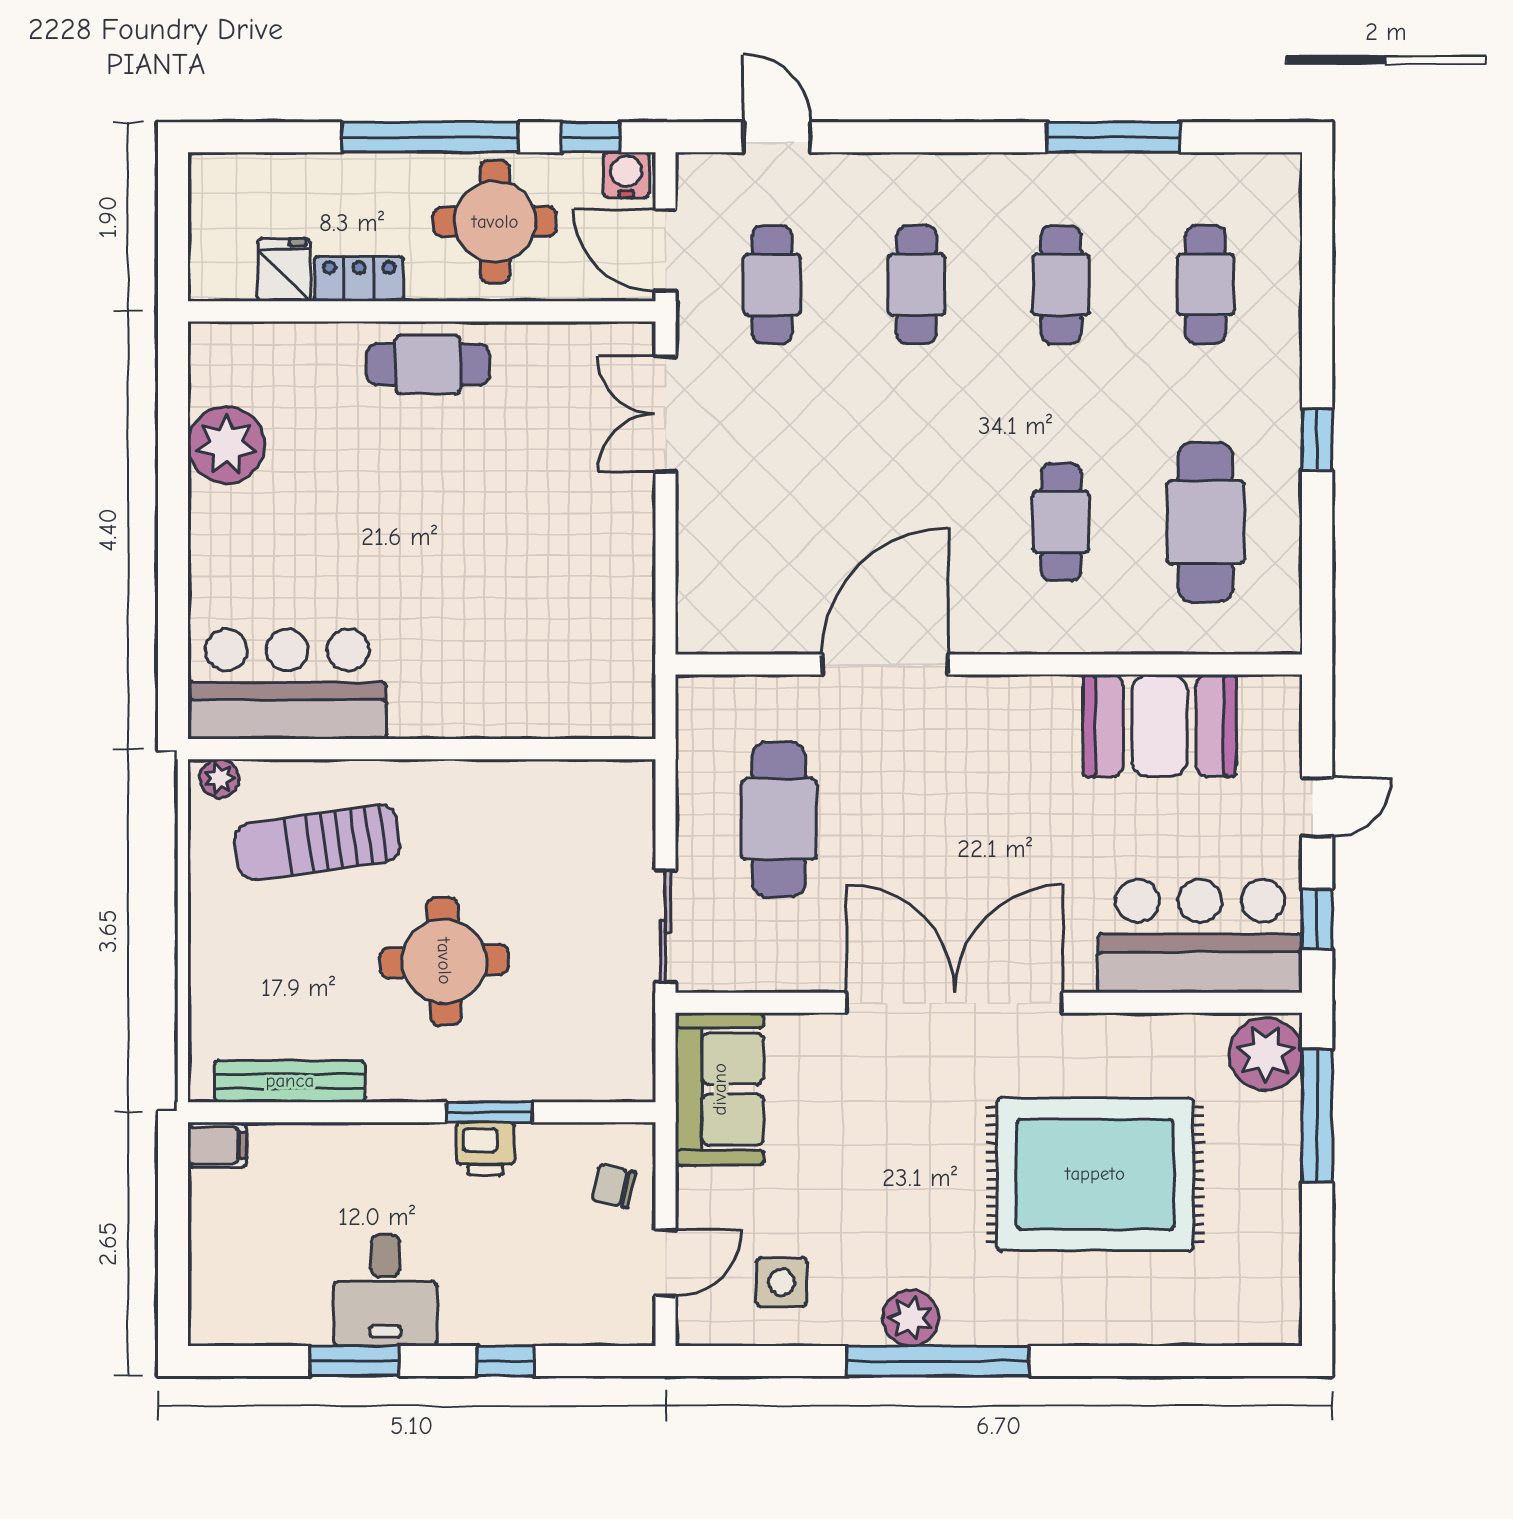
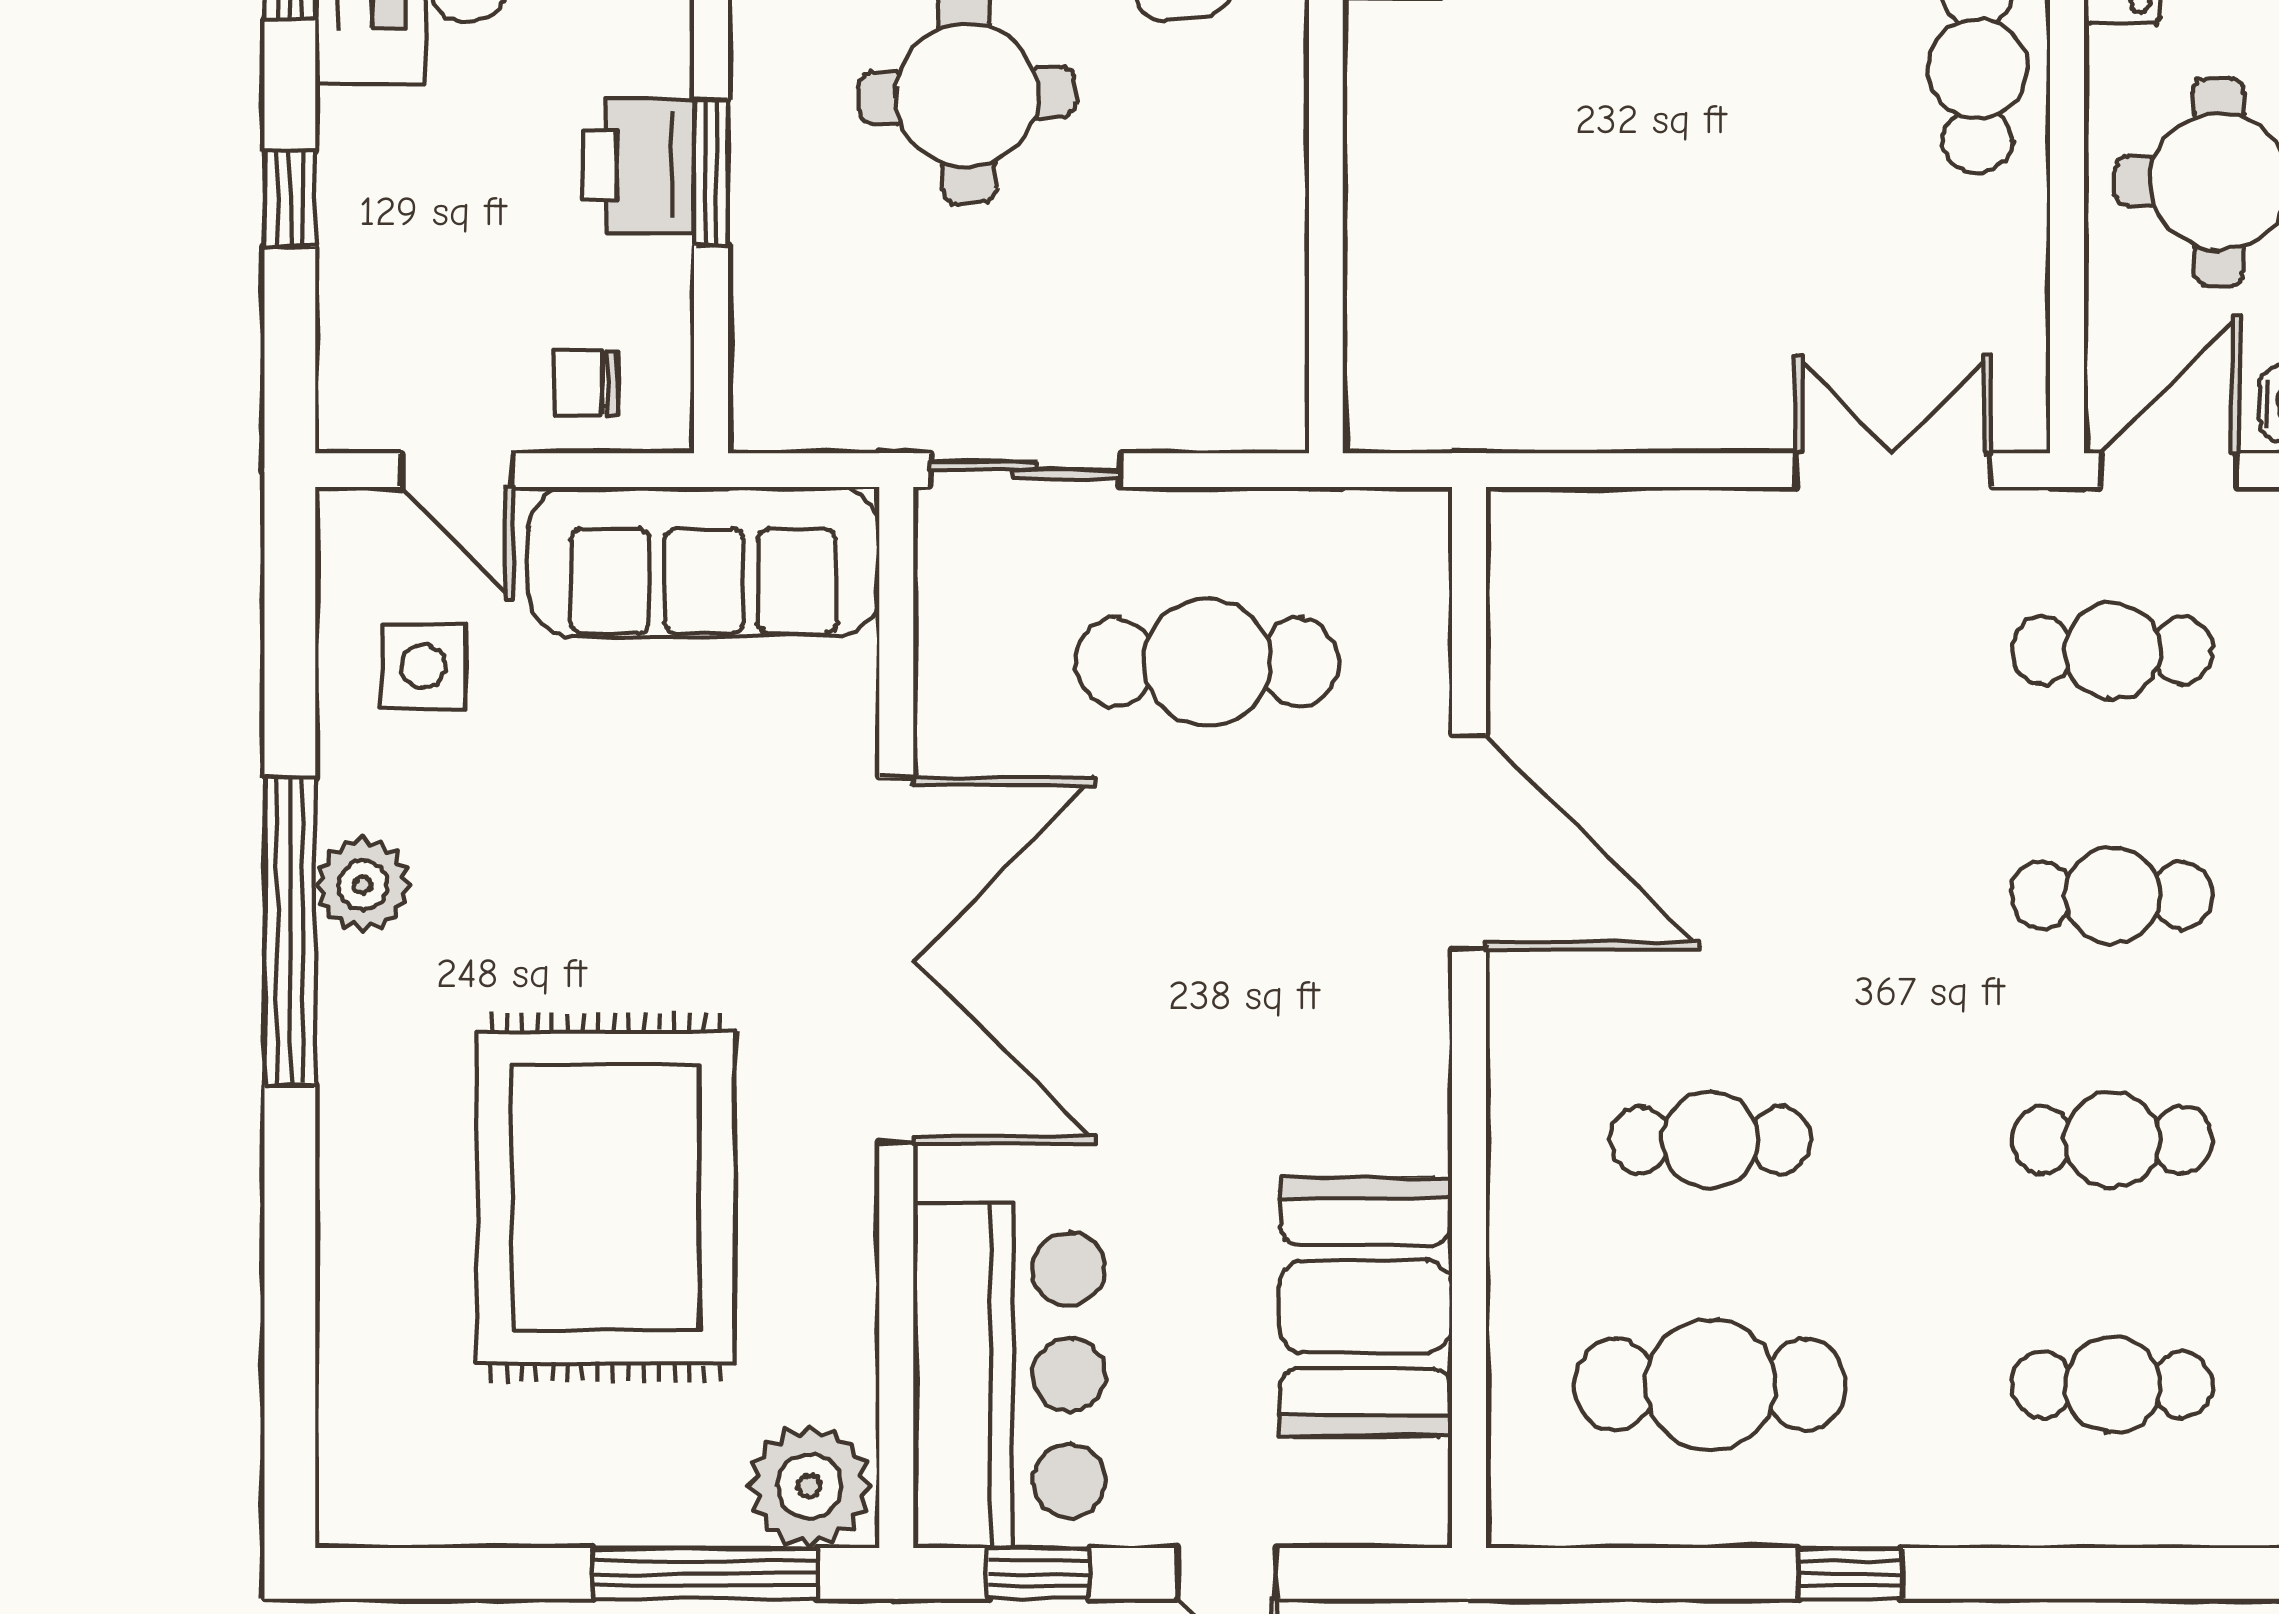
sofa: (720, 1089) -> (704, 562), width x1.36
printer: (486, 1149) -> (639, 165), width x1.36, depth x1.24
chair: (614, 1186) -> (586, 383), turned -103

